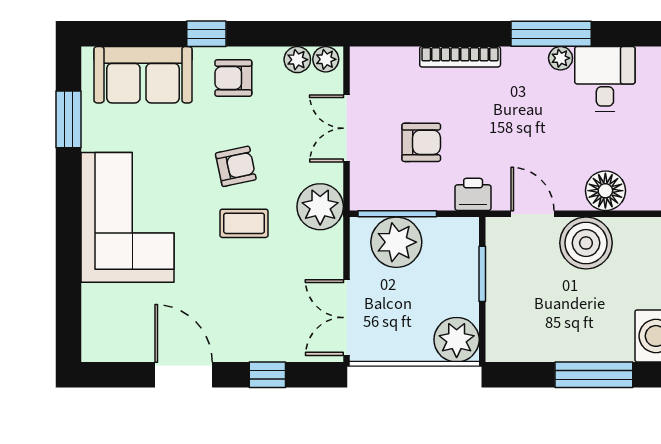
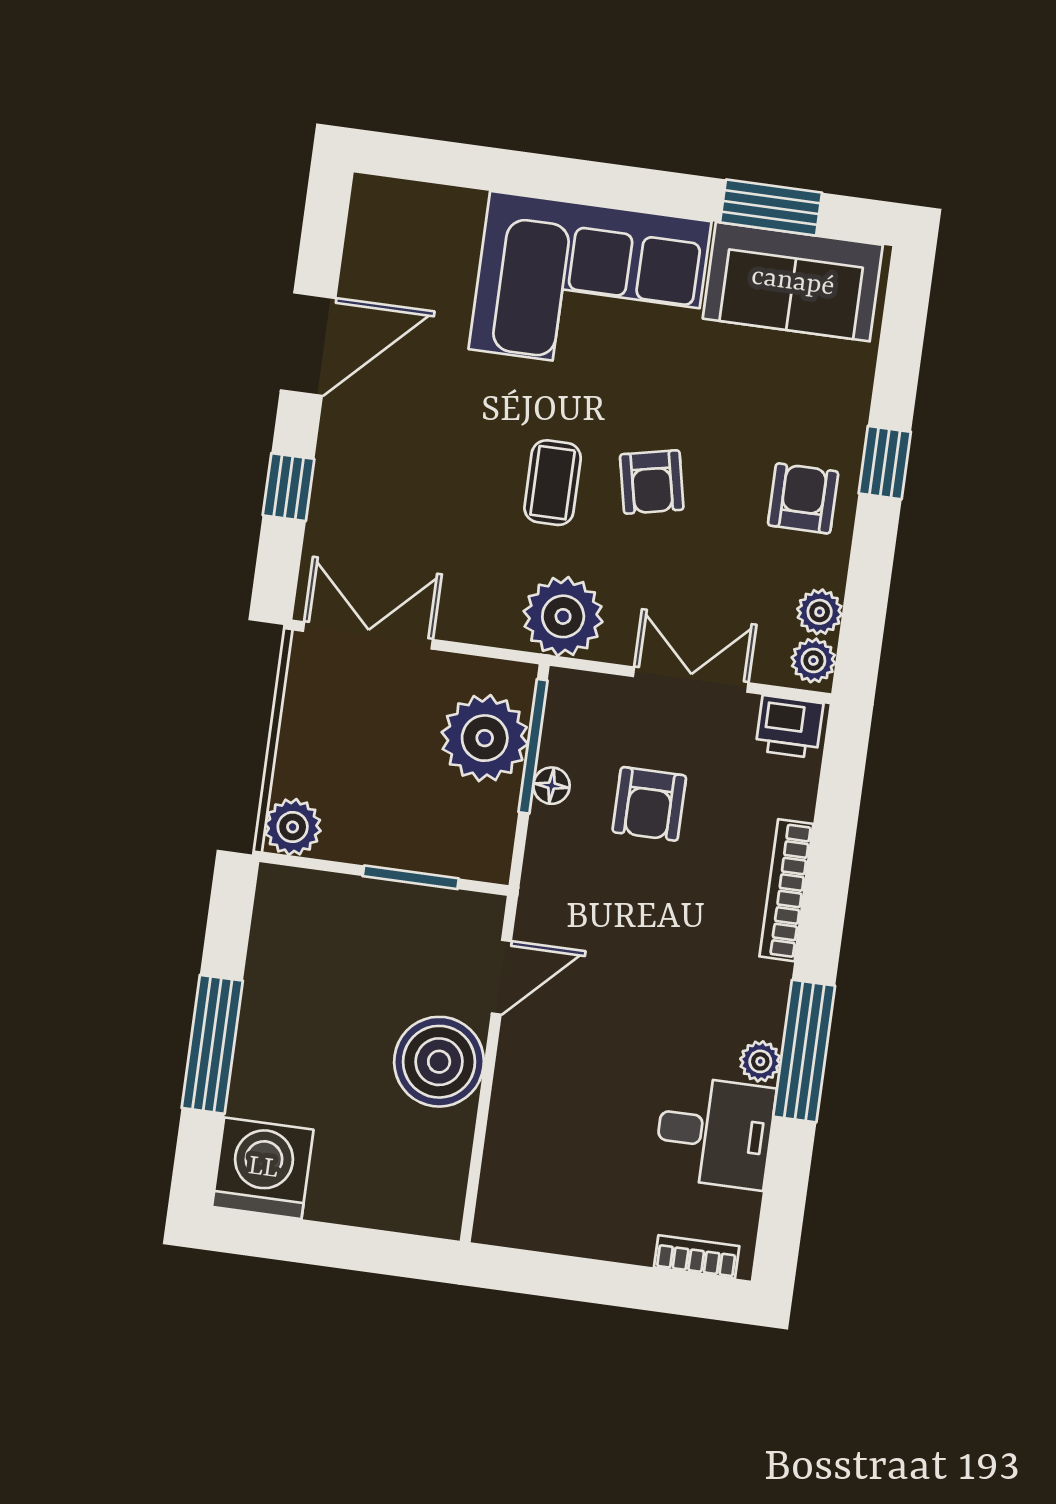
sofa: (143, 75) -> (793, 282), moved, turned -90
floor lamp: (605, 191) -> (551, 786), moved, width x0.53, depth x0.53
printer: (473, 194) -> (789, 727), moved, turned 90
plant: (457, 340) -> (293, 827), width x0.73, depth x0.73

